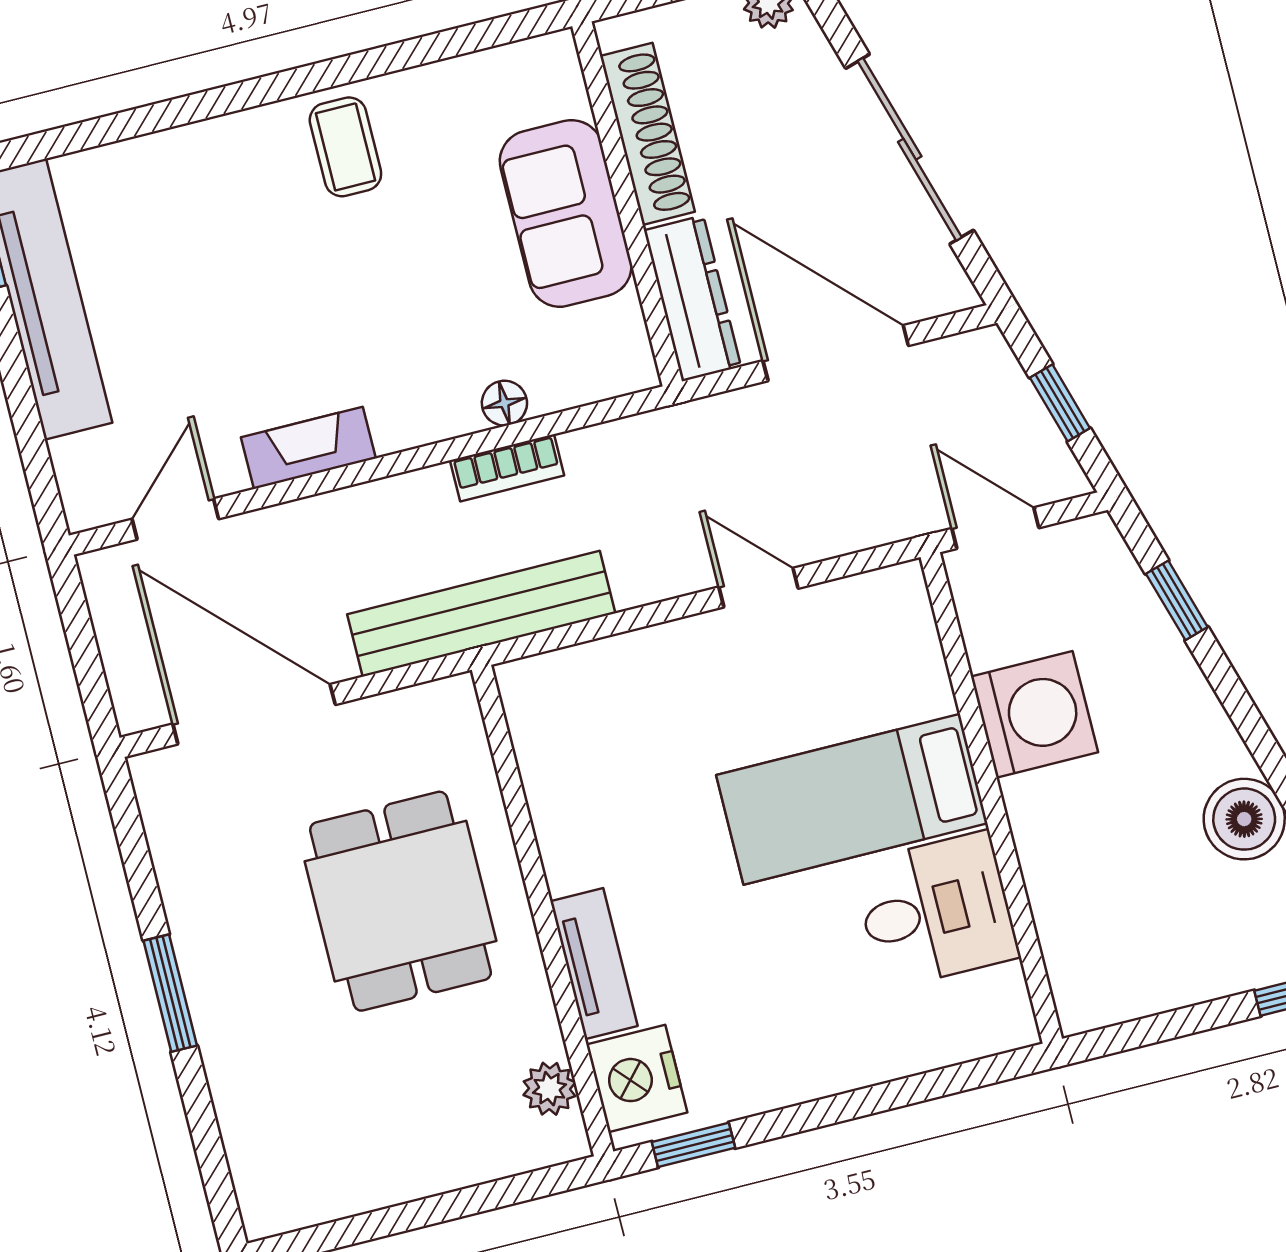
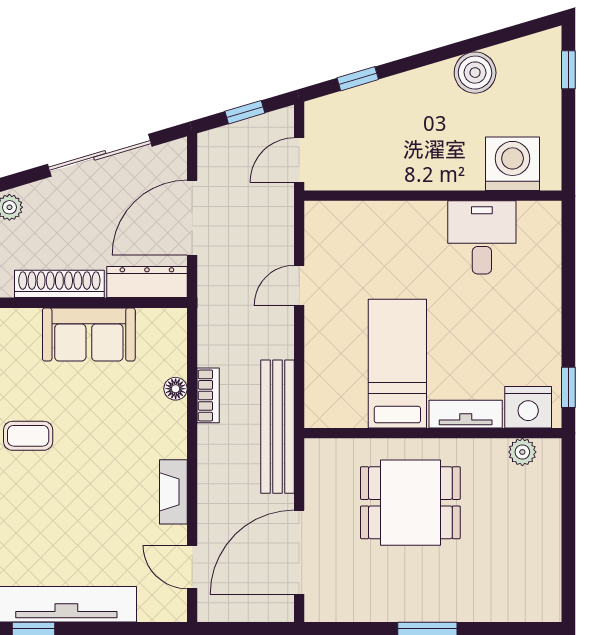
washing machine: (1034, 714) -> (513, 164), moved
bed: (852, 799) -> (397, 364), moved, turned 180

